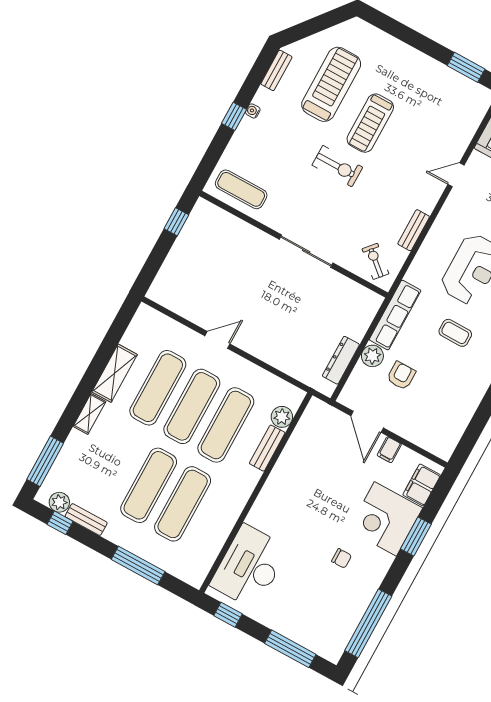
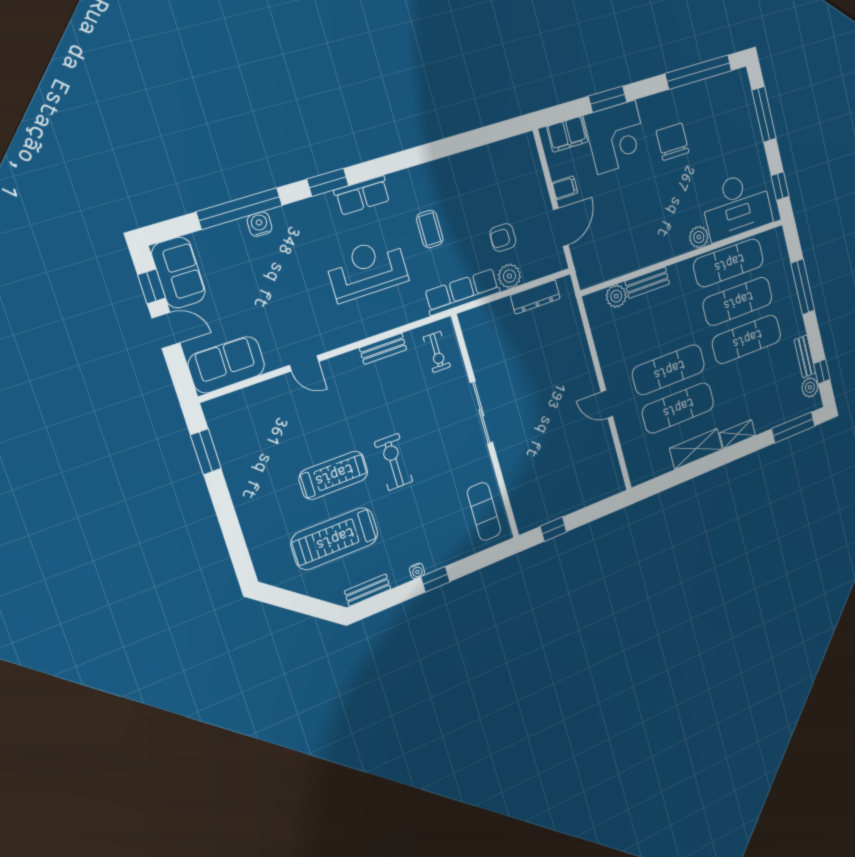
exercise bike: (375, 261) -> (437, 352), turned -41
exercise mat: (226, 425) -> (729, 263), moved
plant: (258, 516) -> (699, 237), added
chair: (342, 558) -> (673, 142), width x1.87, depth x1.87

